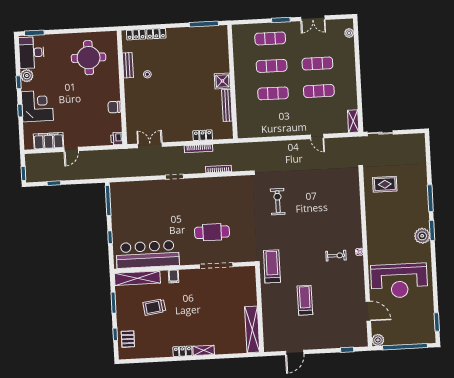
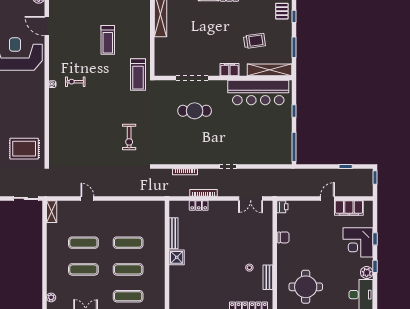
rug: (385, 184) -> (24, 149), width x1.36, depth x1.43
filing cabinet: (174, 276) -> (229, 70), width x2.00

